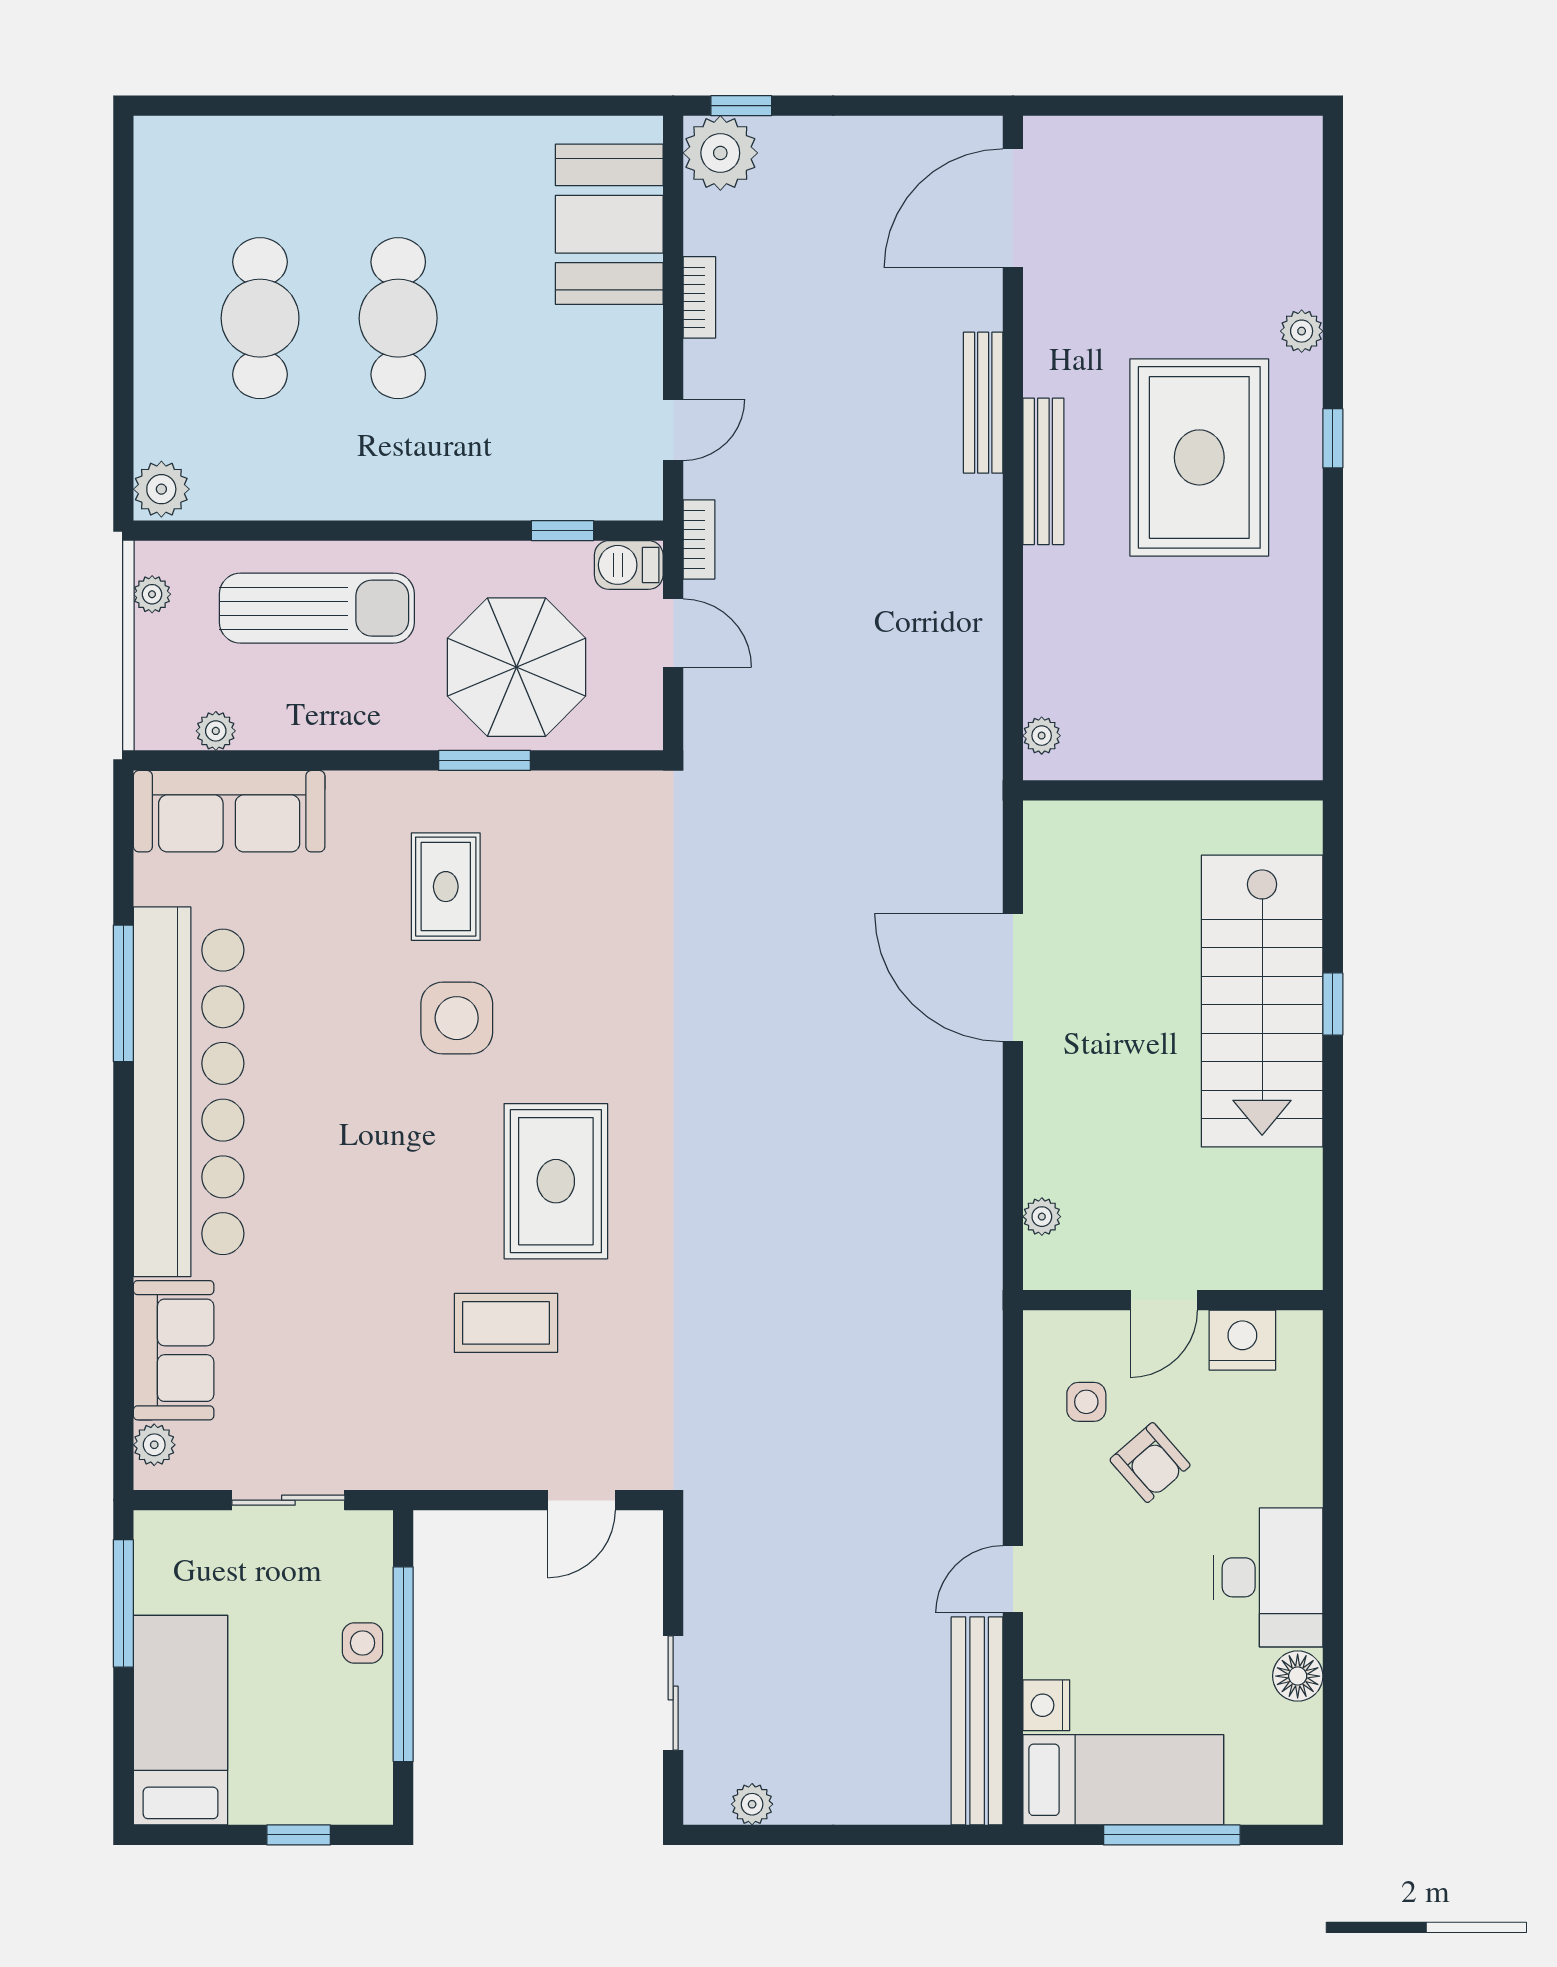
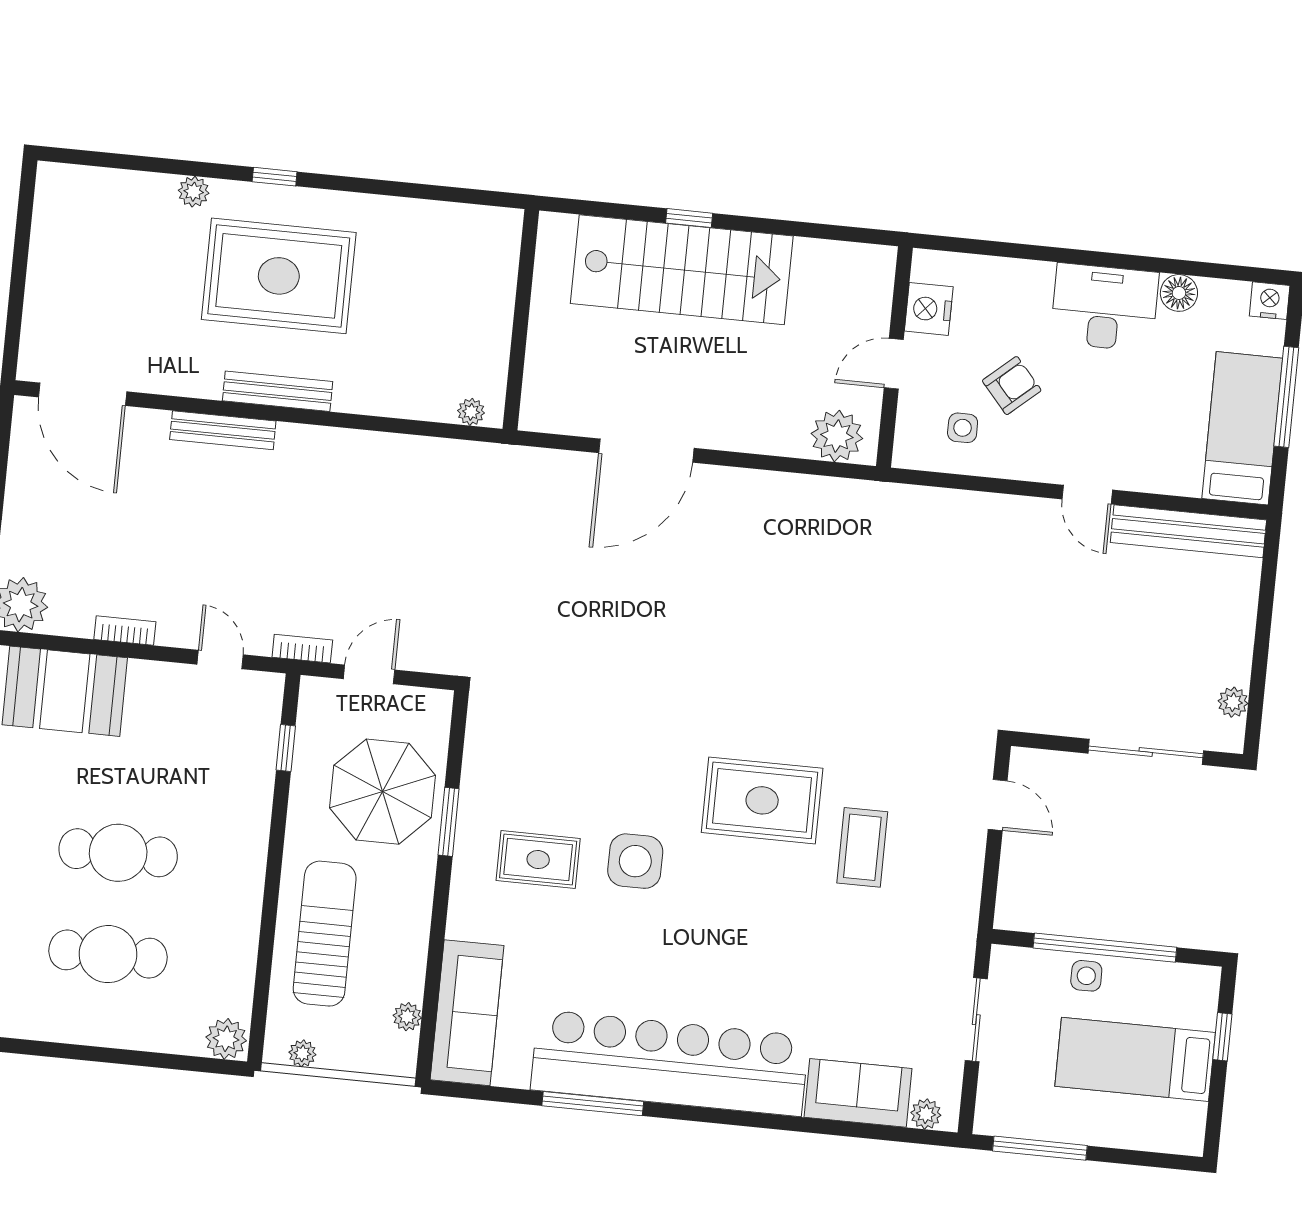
barbecue: (629, 565) -> (316, 702), removed
plant: (1042, 1217) -> (837, 436), width x1.88, depth x1.88
door: (1164, 1300) -> (894, 364), swing flipped
sliding door: (673, 1693) -> (1146, 752), width x1.37
nightstand: (1046, 1705) -> (1270, 301), moved, turned 180
bed: (181, 1720) -> (1135, 1059), moved

